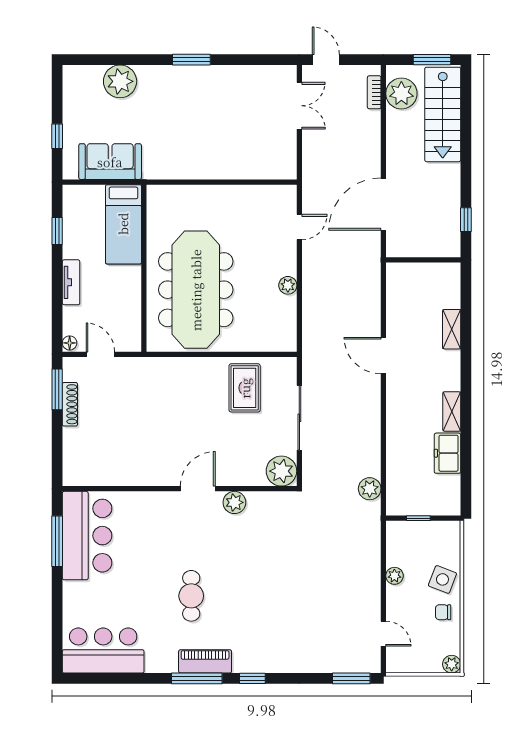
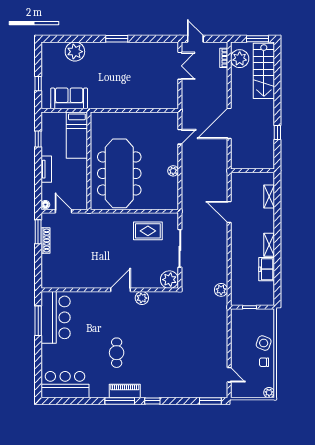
wall: (423, 260) -> (252, 171), moved
rug: (245, 388) -> (148, 231), turned 90
plant: (394, 576) -> (236, 341), removed

